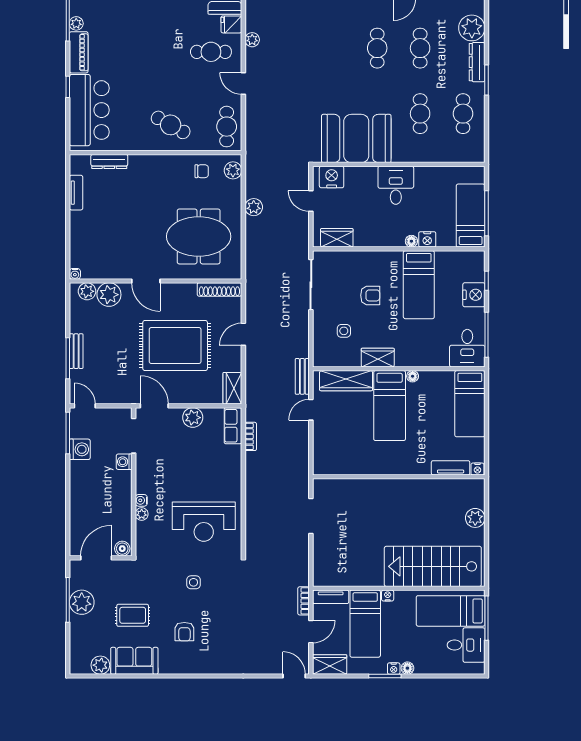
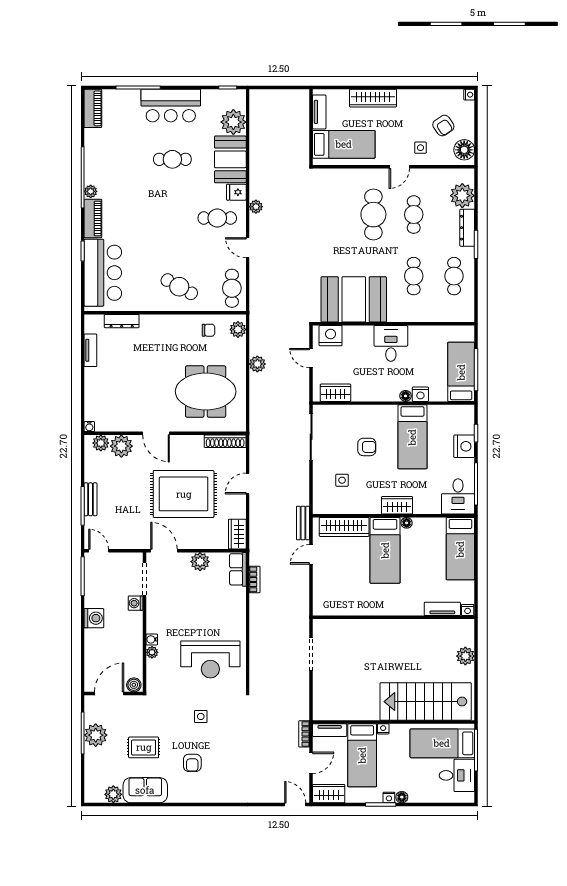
cafe table: (377, 48) -> (373, 215), width x1.37, depth x1.35
wardrobe: (378, 358) -> (397, 505), moved
washing machine: (80, 449) -> (94, 618), moved

